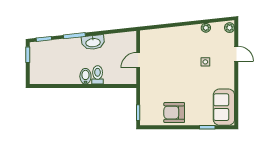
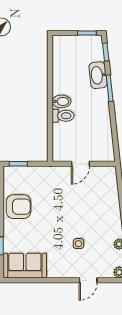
washbasin: (93, 42) -> (98, 75), moved
door: (138, 60) -> (80, 164), swing flipped
armchair: (174, 113) -> (18, 207), turned 90

